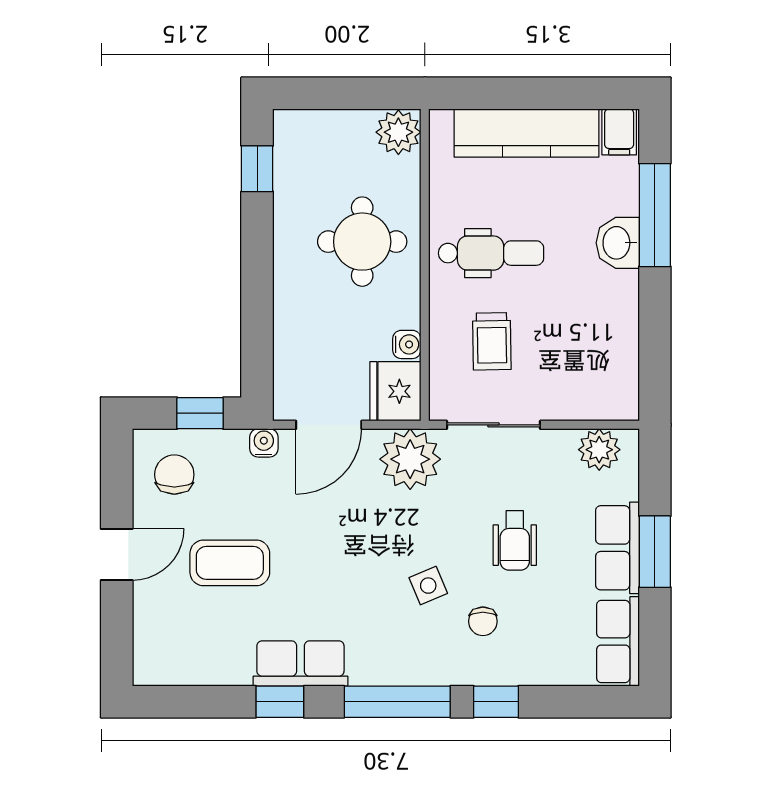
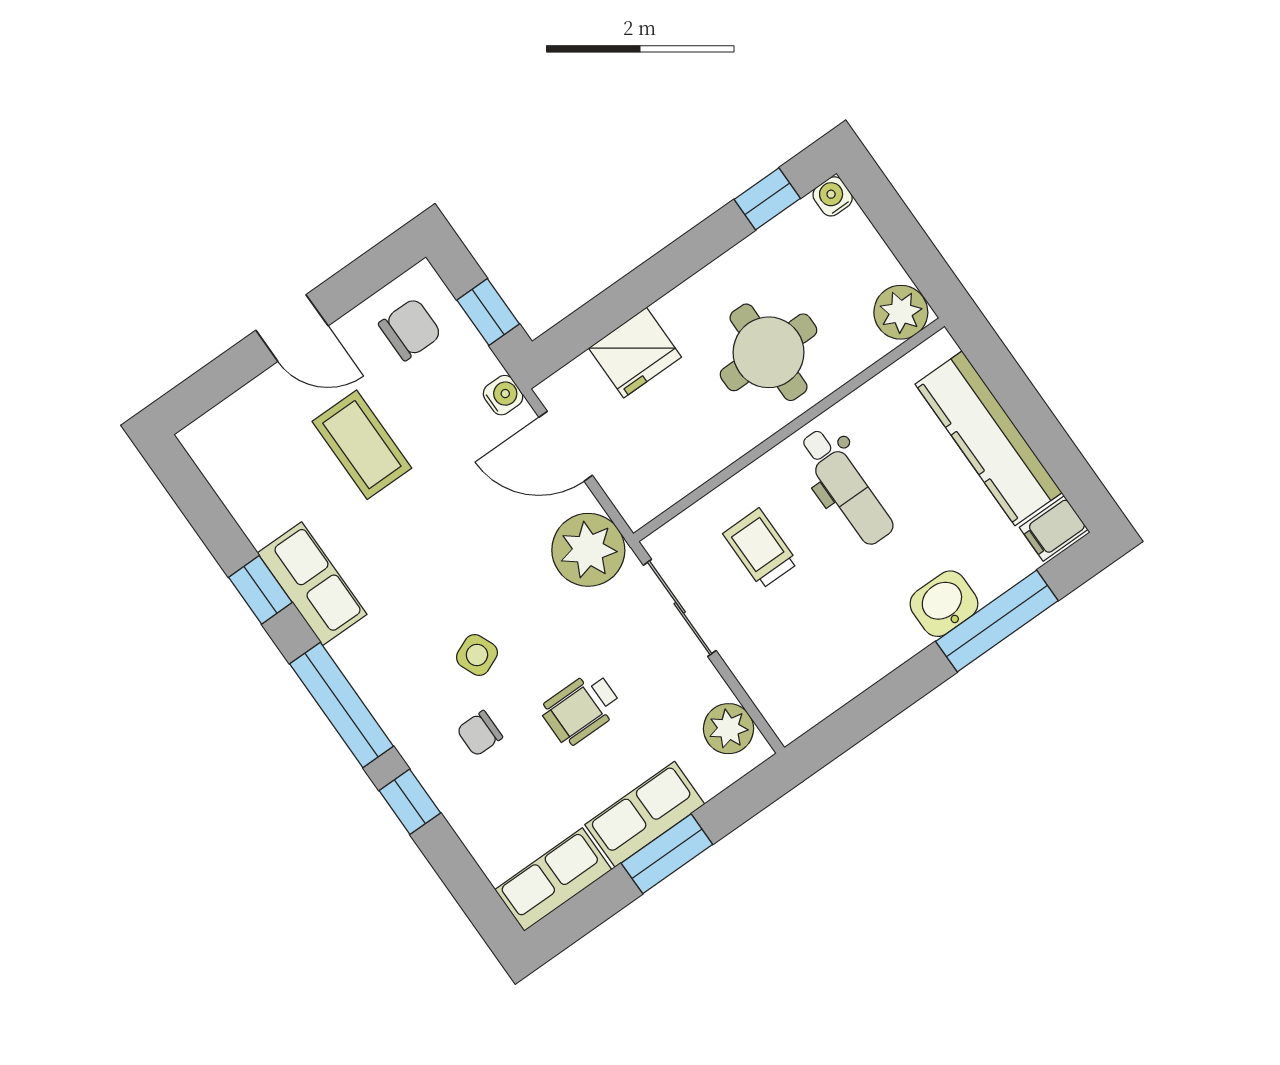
trolley: (492, 341) -> (760, 548), turned 91
water cooler: (407, 344) -> (833, 196), moved, turned 180
fridge: (395, 391) -> (635, 353), moved, turned 180

